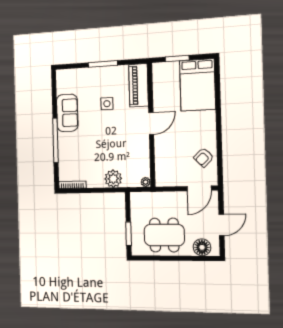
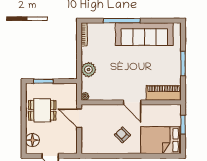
side table: (107, 104) -> (150, 66), removed
sofa: (67, 113) -> (144, 34), width x1.85, depth x1.27
armchair: (204, 157) -> (122, 135), moved
door: (199, 188) -> (79, 118), moved
dining table: (164, 235) -> (42, 110), width x0.73

